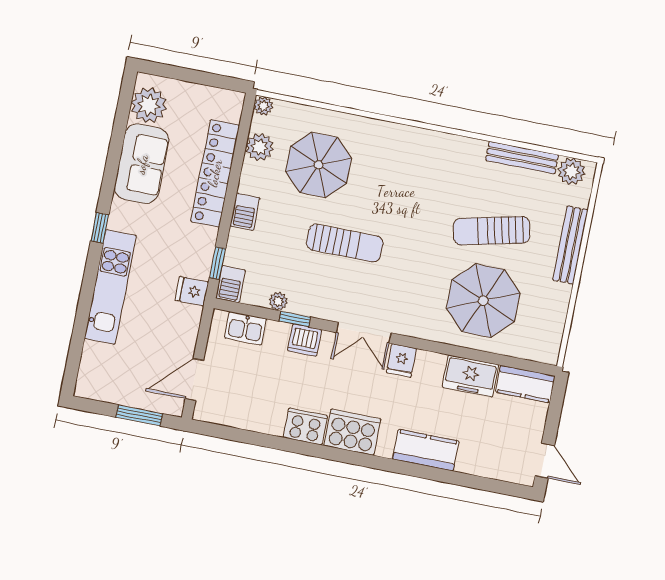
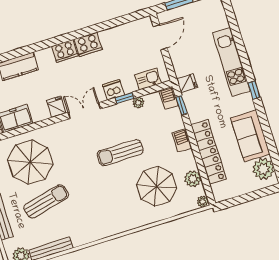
cooker: (352, 432) -> (65, 51), width x0.73, depth x0.76

